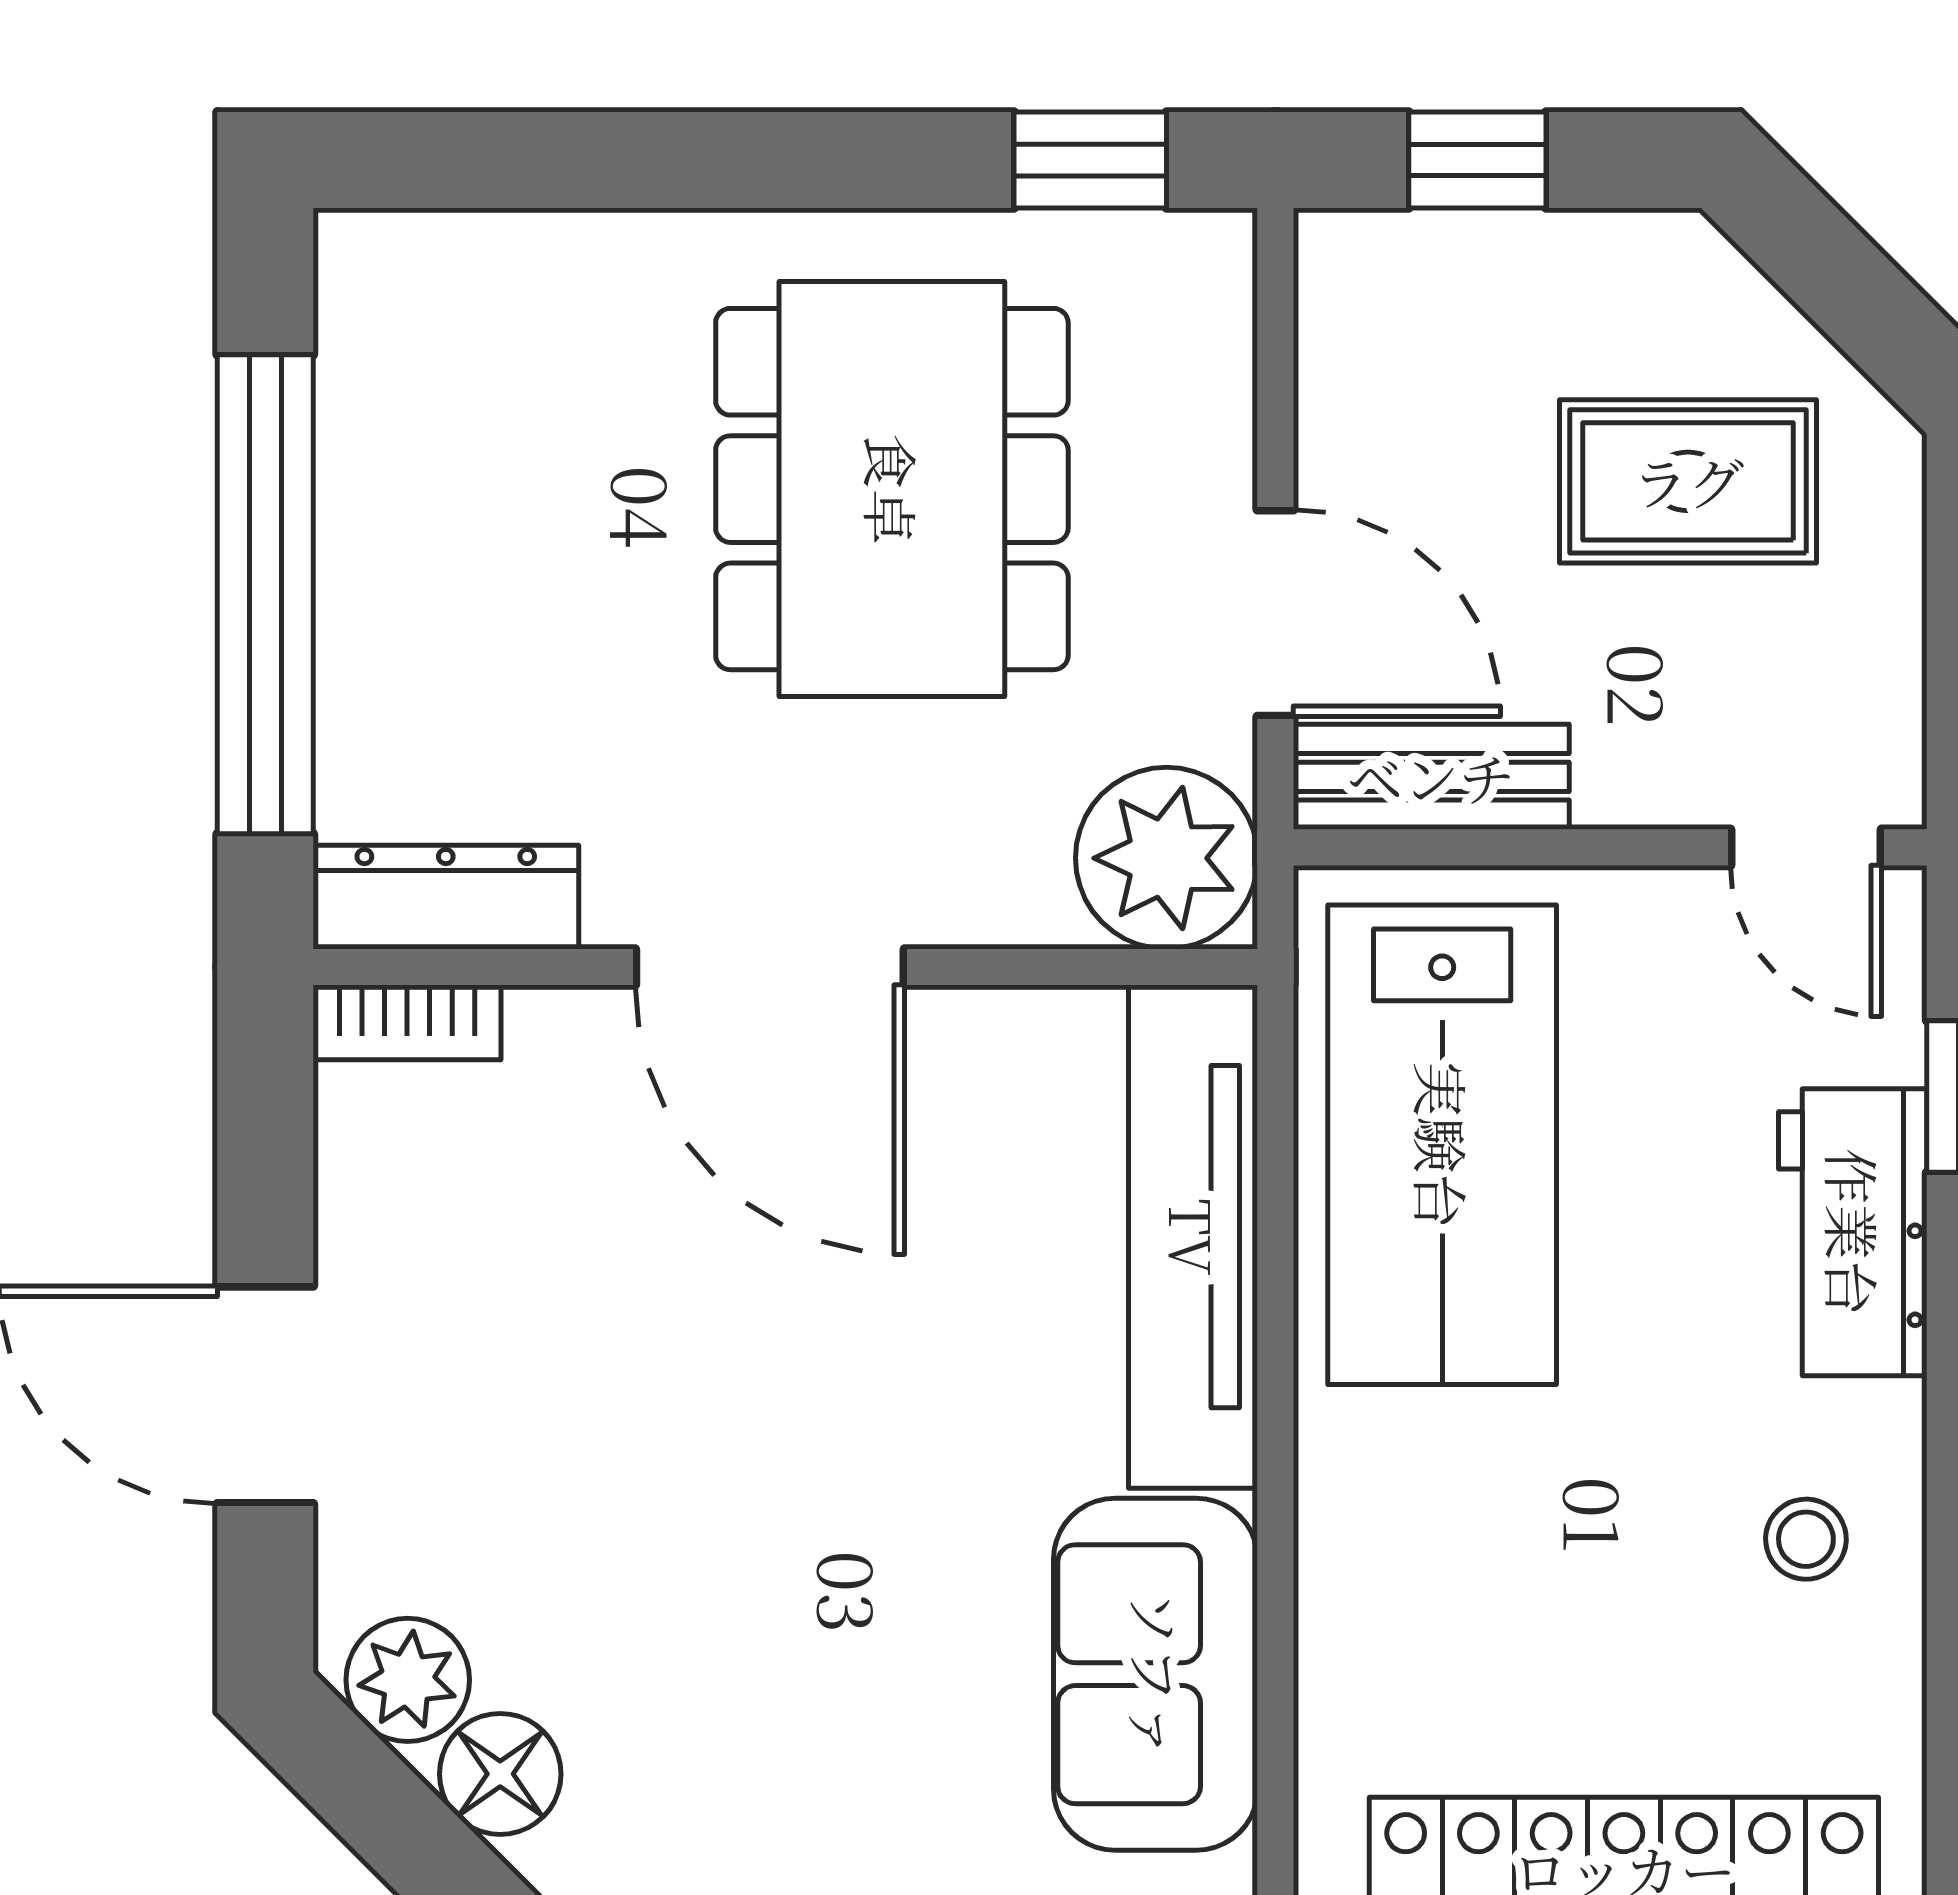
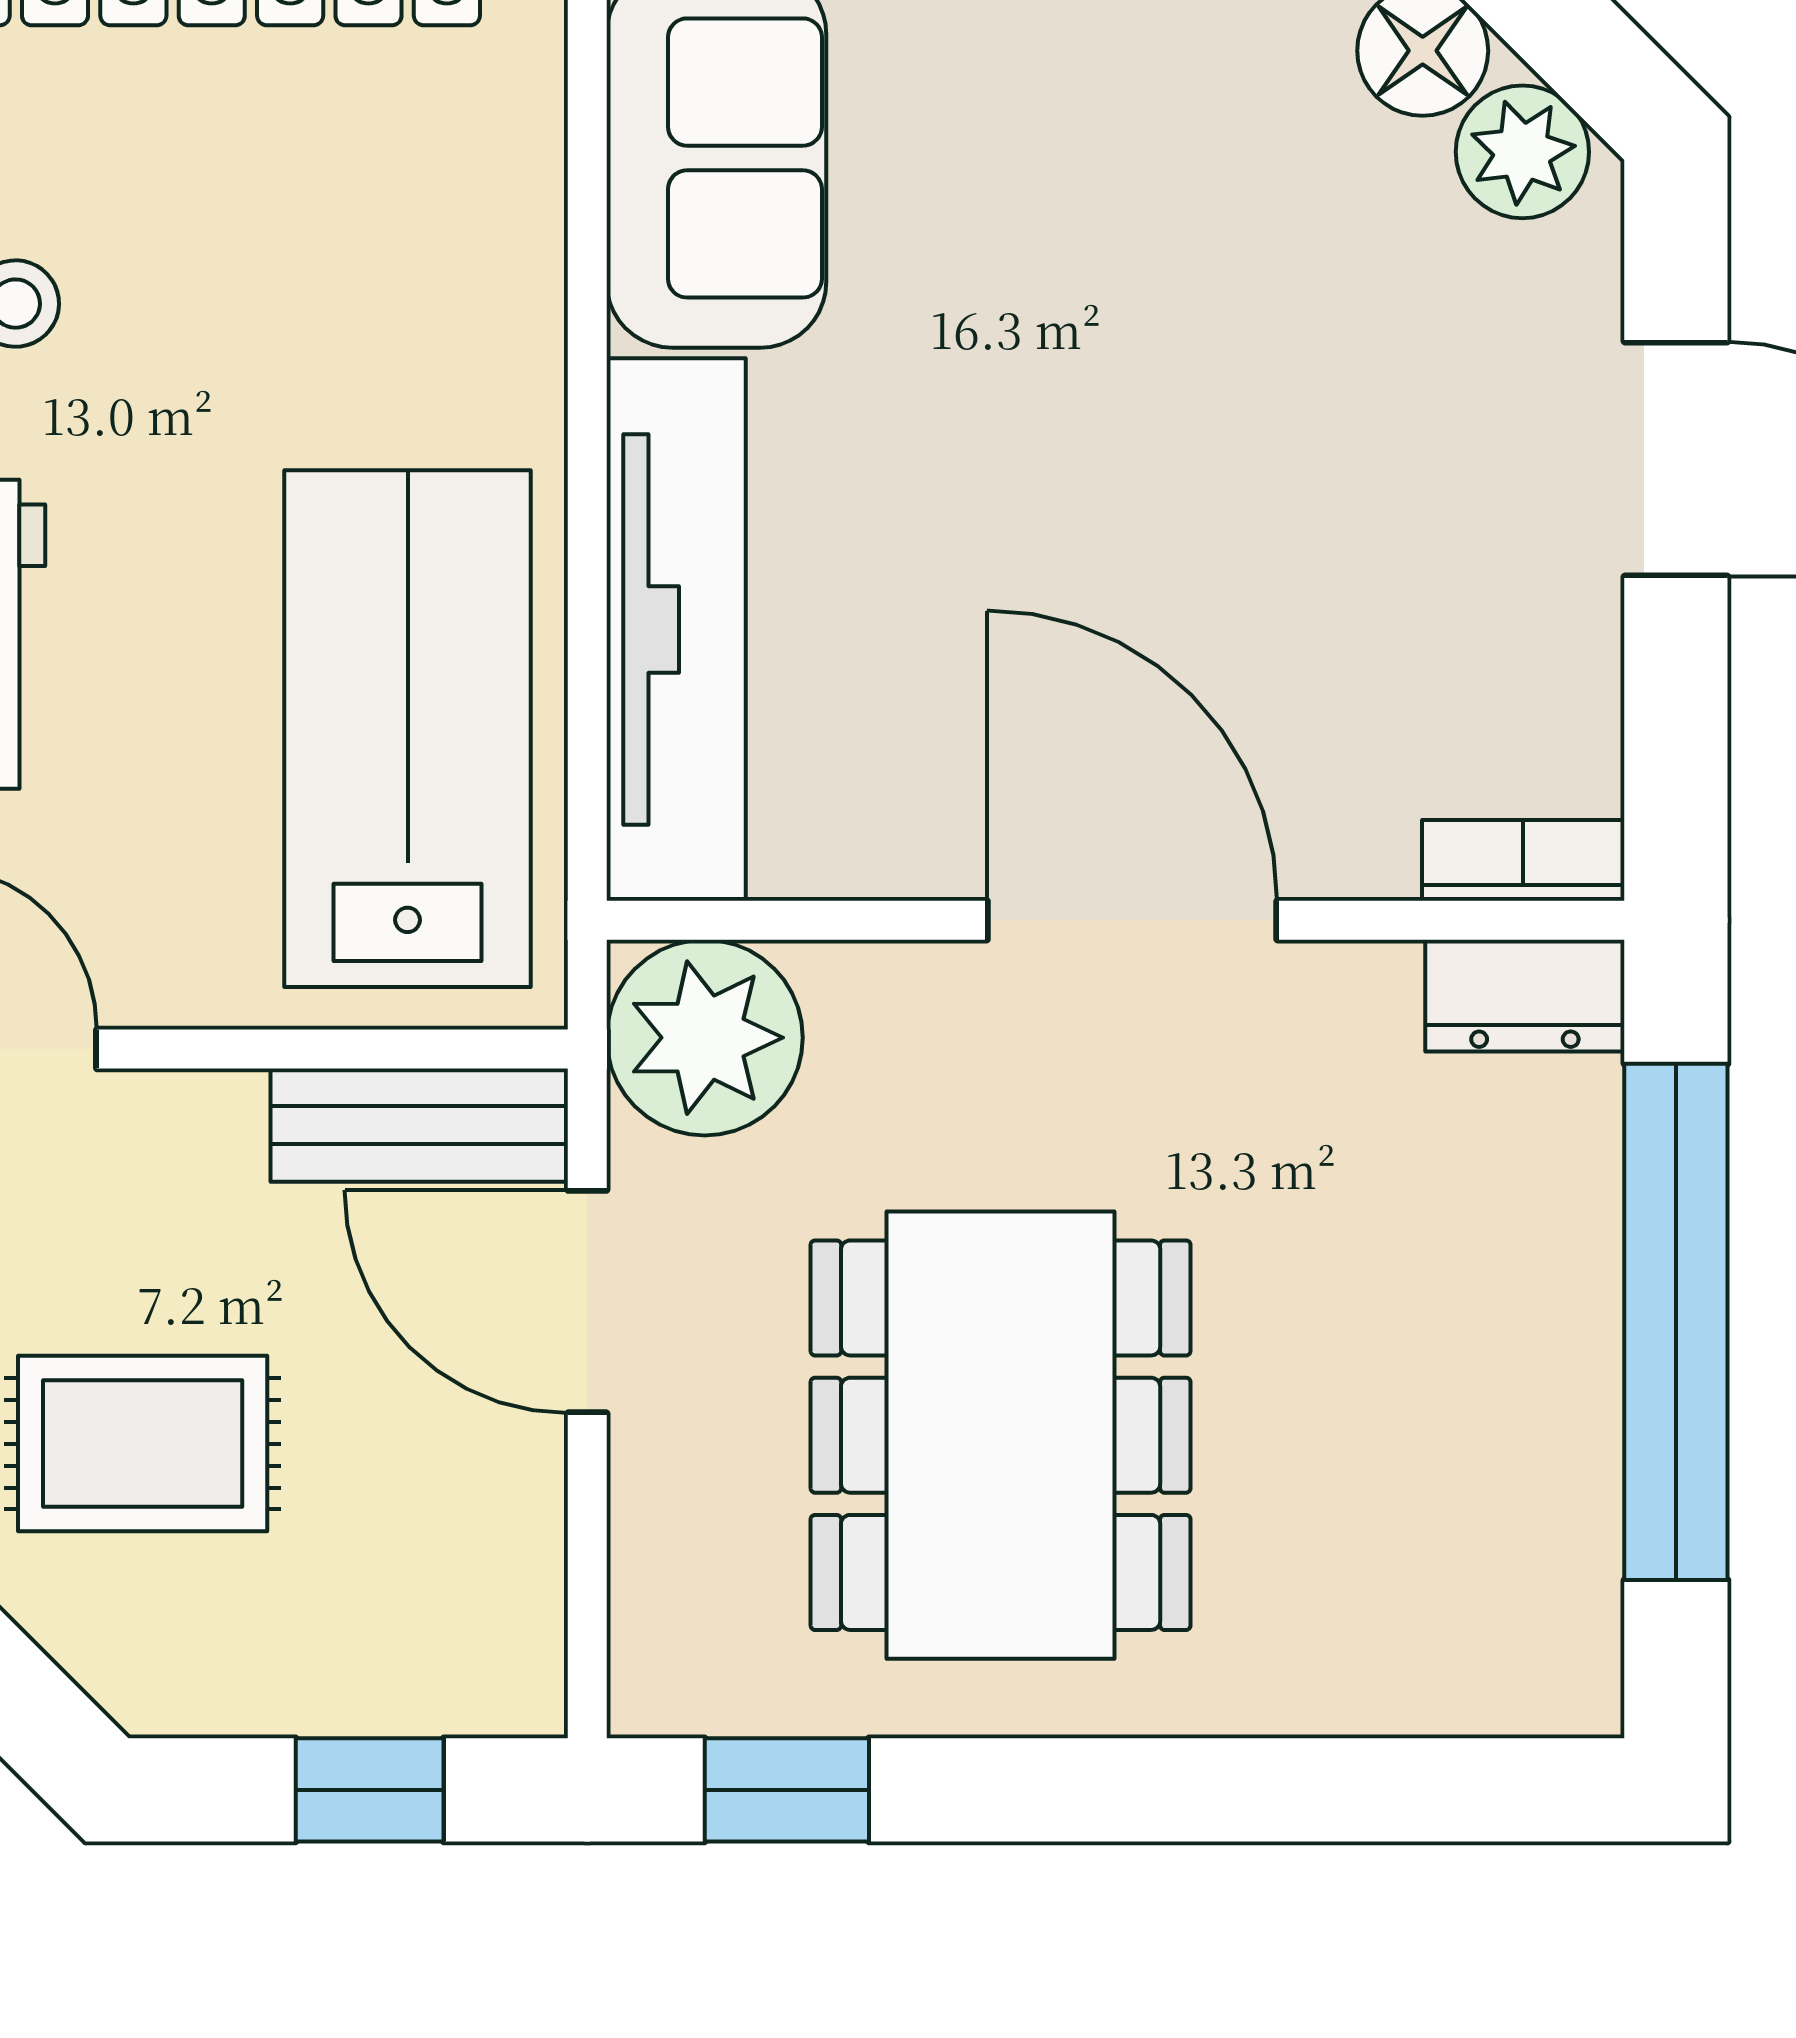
dresser: (446, 897) -> (1525, 996), width x0.70

